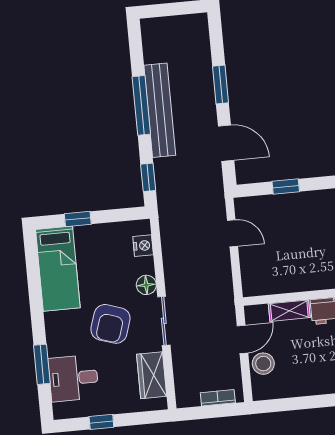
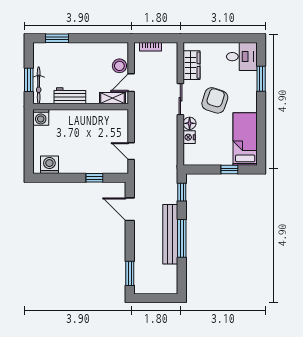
window: (221, 84) -> (130, 273), moved
nightstand: (143, 246) -> (189, 137), moved
shelving: (289, 311) -> (113, 98), moved
desk: (73, 378) -> (242, 57), moved
window: (101, 422) -> (227, 38), removed

